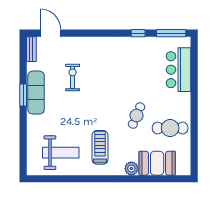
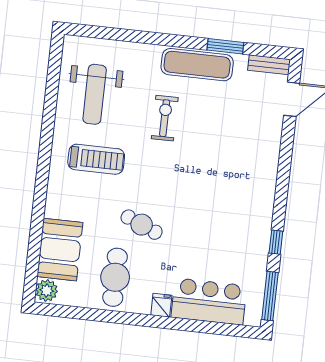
exercise bike: (73, 77) -> (165, 118), moved, turned -90
window: (23, 95) -> (225, 46), moved
fridge: (184, 98) -> (161, 305), added
plant: (131, 169) -> (47, 291), moved

